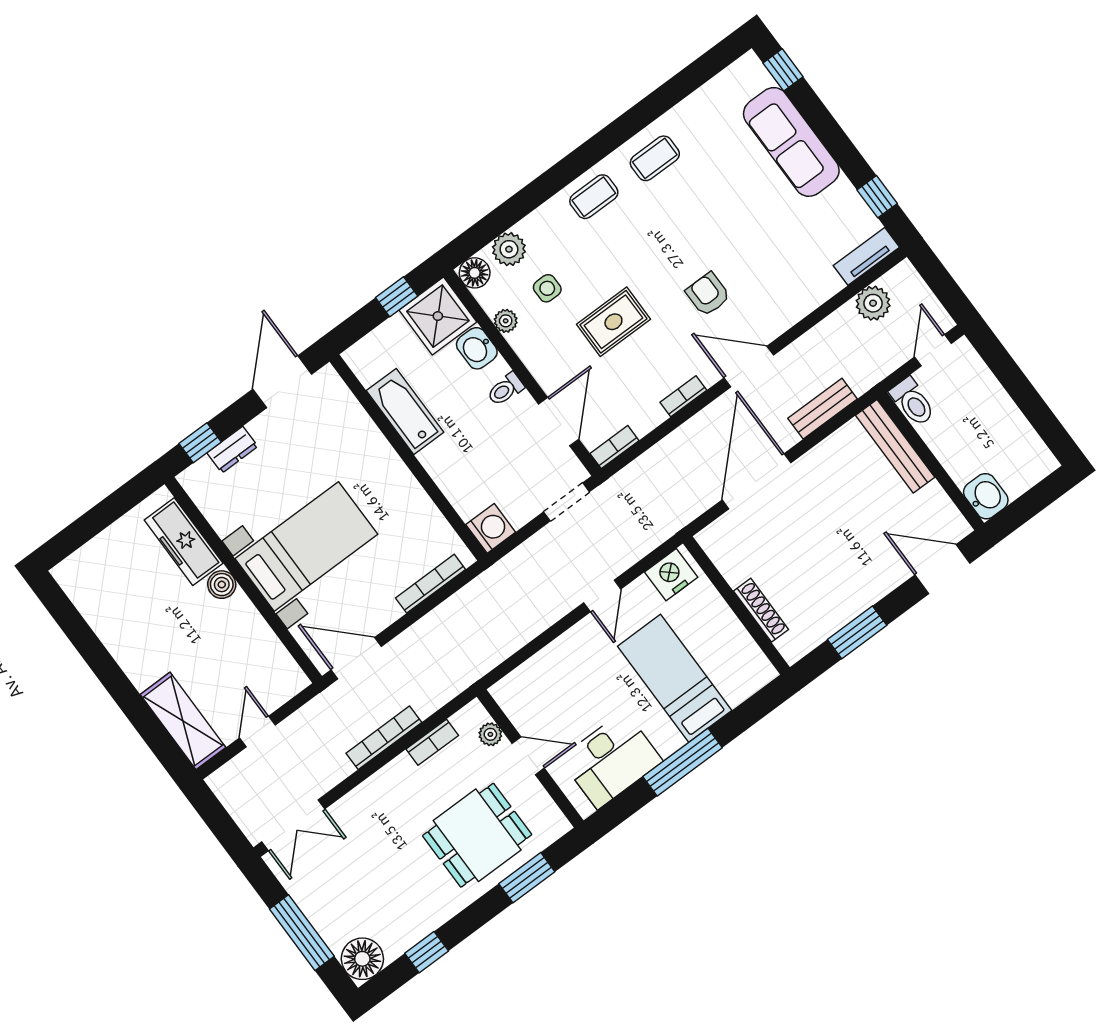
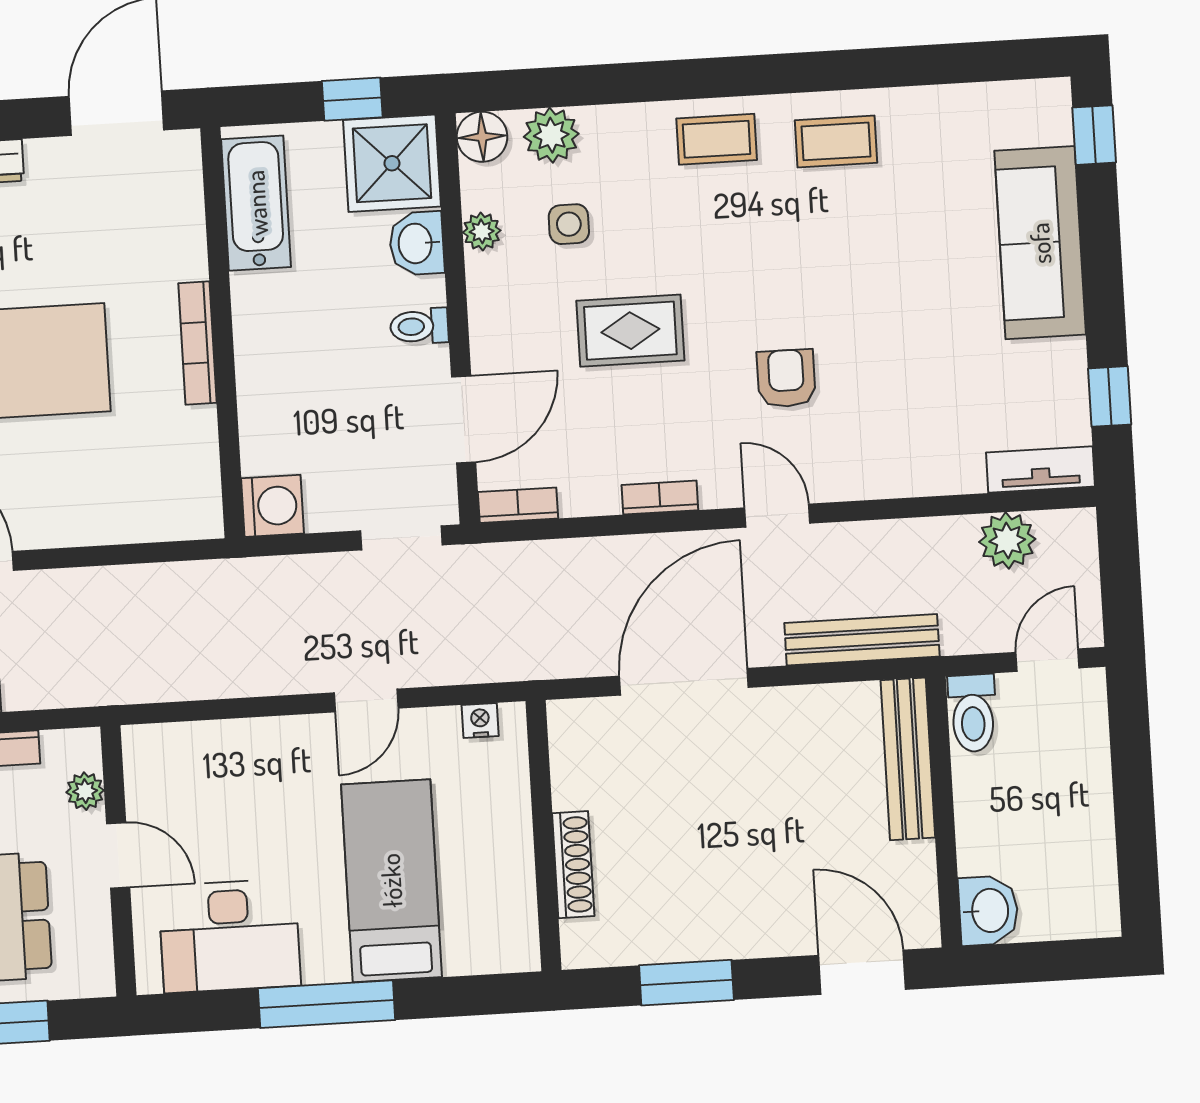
door: (749, 367) -> (777, 516), width x0.73
bench: (823, 409) -> (862, 640), width x1.36
bathtub: (405, 411) -> (256, 203), moved
nightstand: (671, 575) -> (480, 720), width x0.53, depth x0.56
bookcase: (431, 584) -> (197, 343), moved, turned -90

